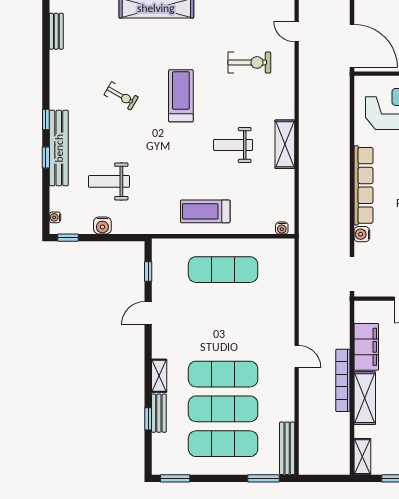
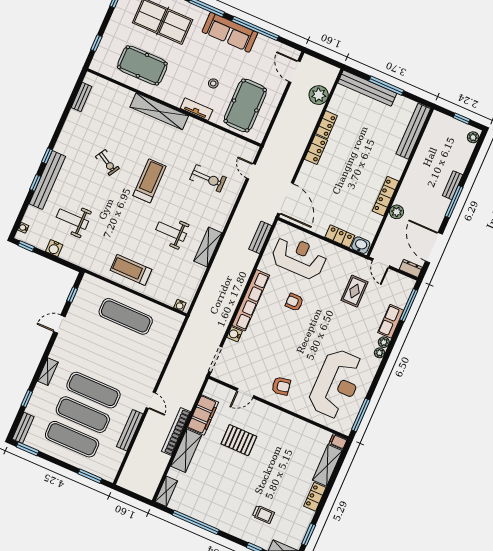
bench: (342, 105) -> (260, 237), added
bench: (159, 413) -> (23, 428), moved
bench: (287, 448) -> (130, 430), moved

